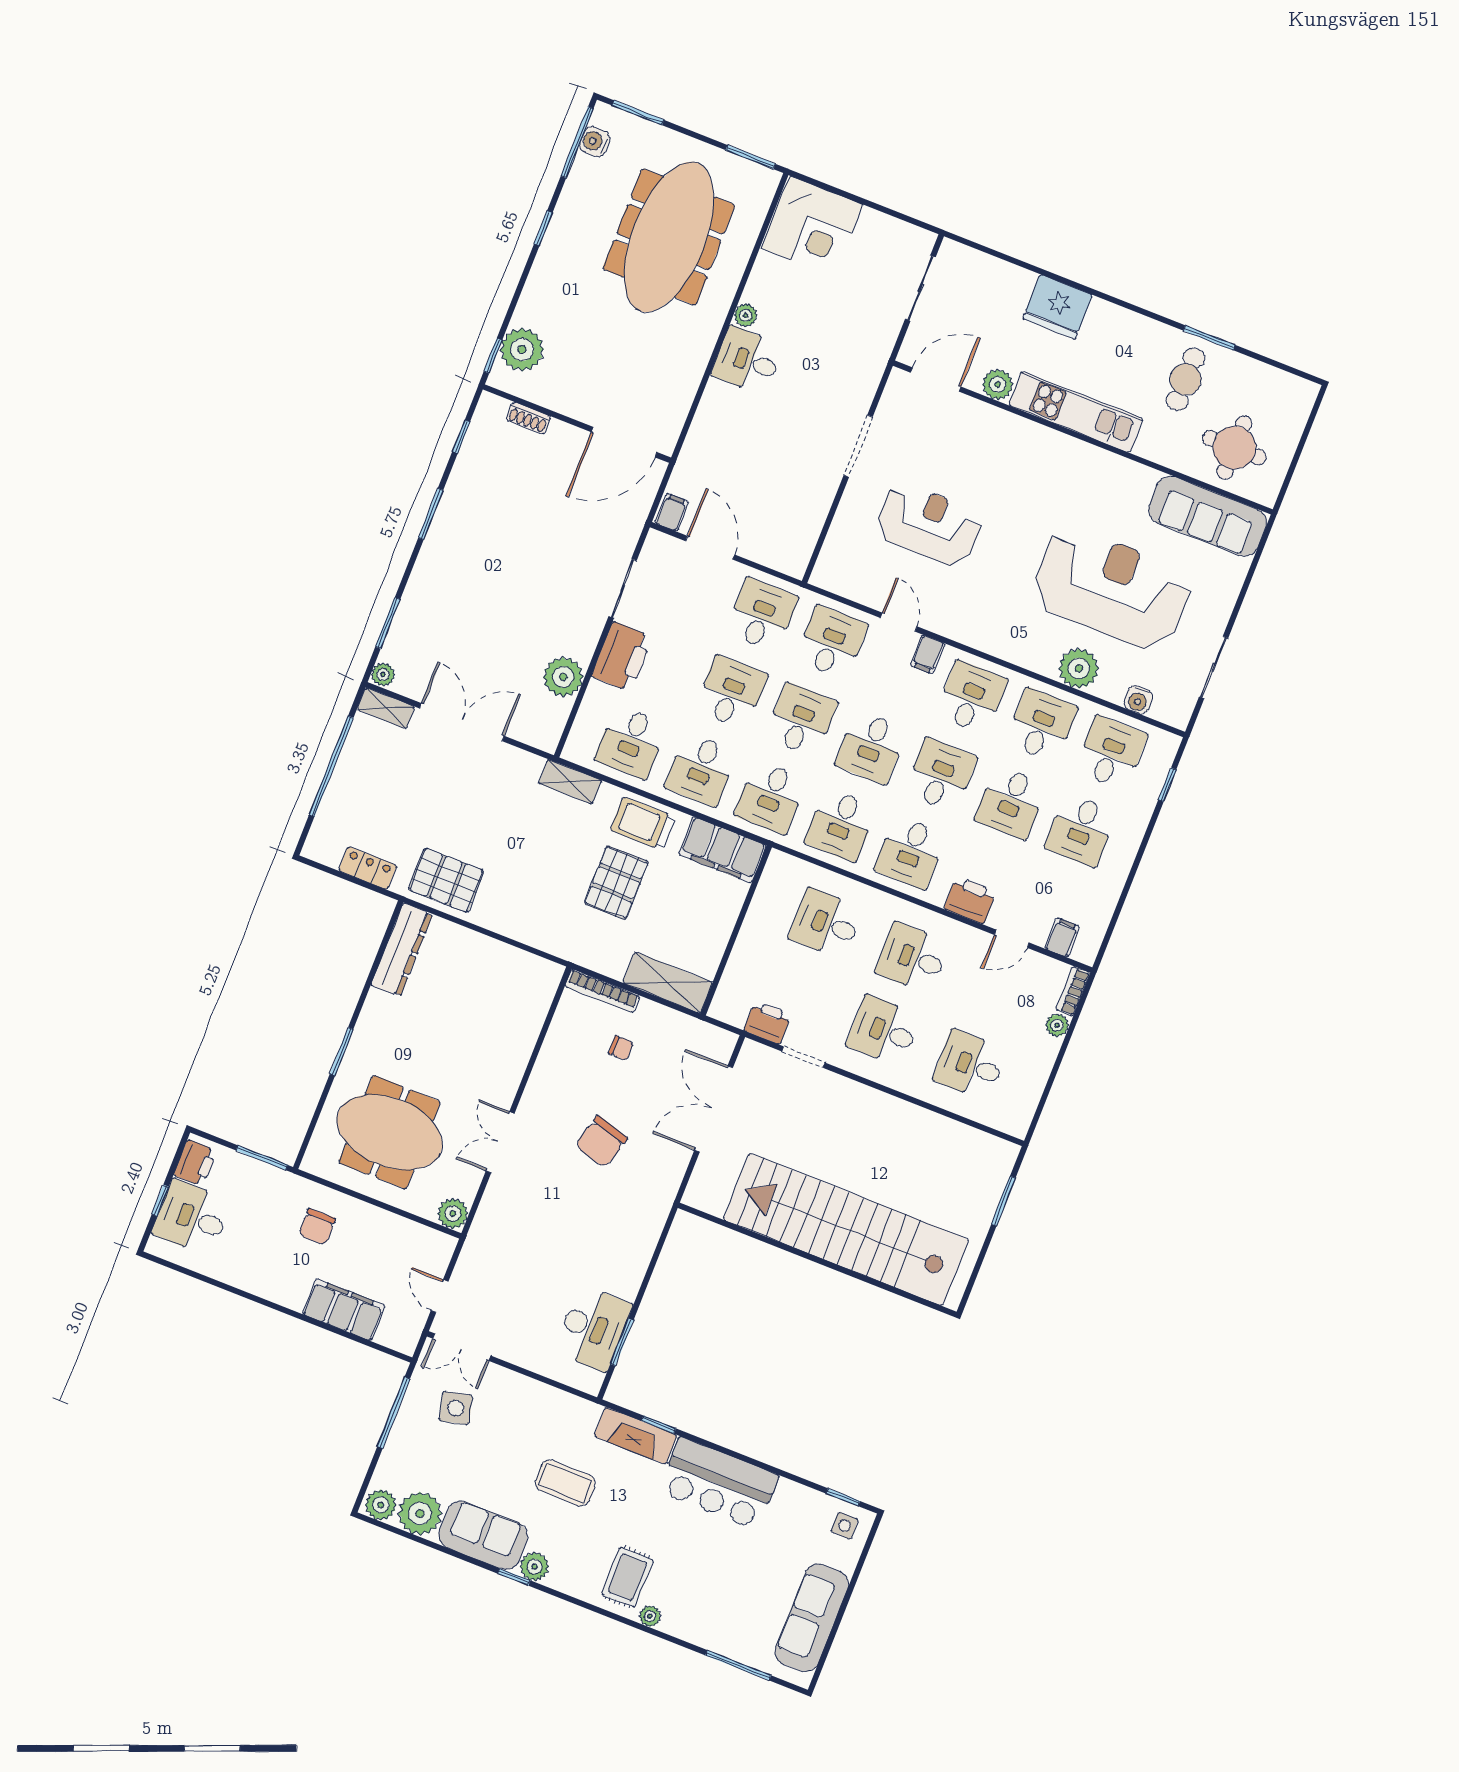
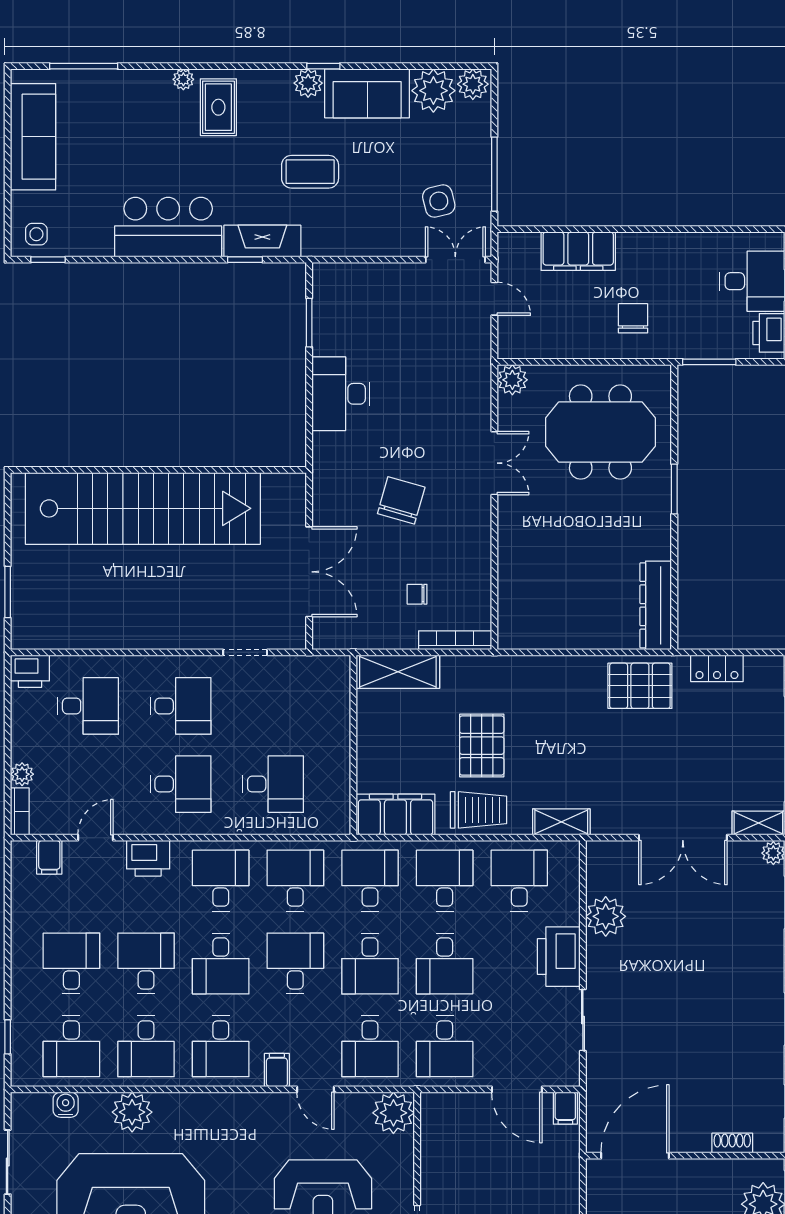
plant: (834, 571) -> (393, 1113), added
printer: (768, 1022) -> (30, 671), moved
desk: (593, 1328) -> (341, 394), moved

